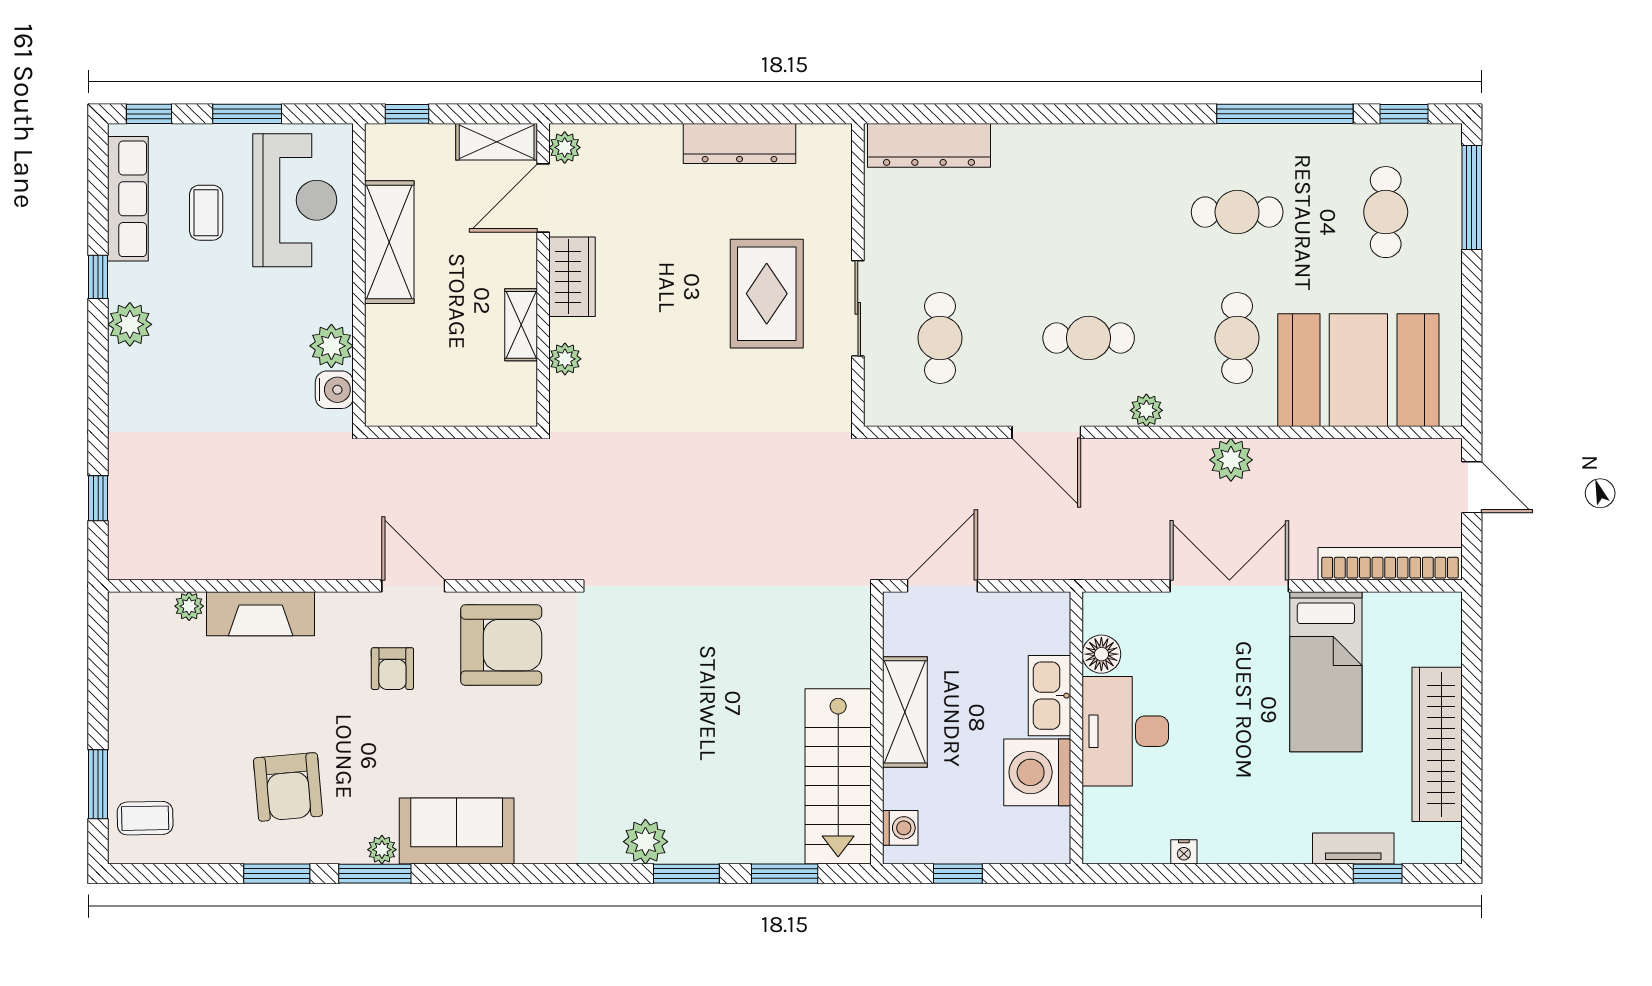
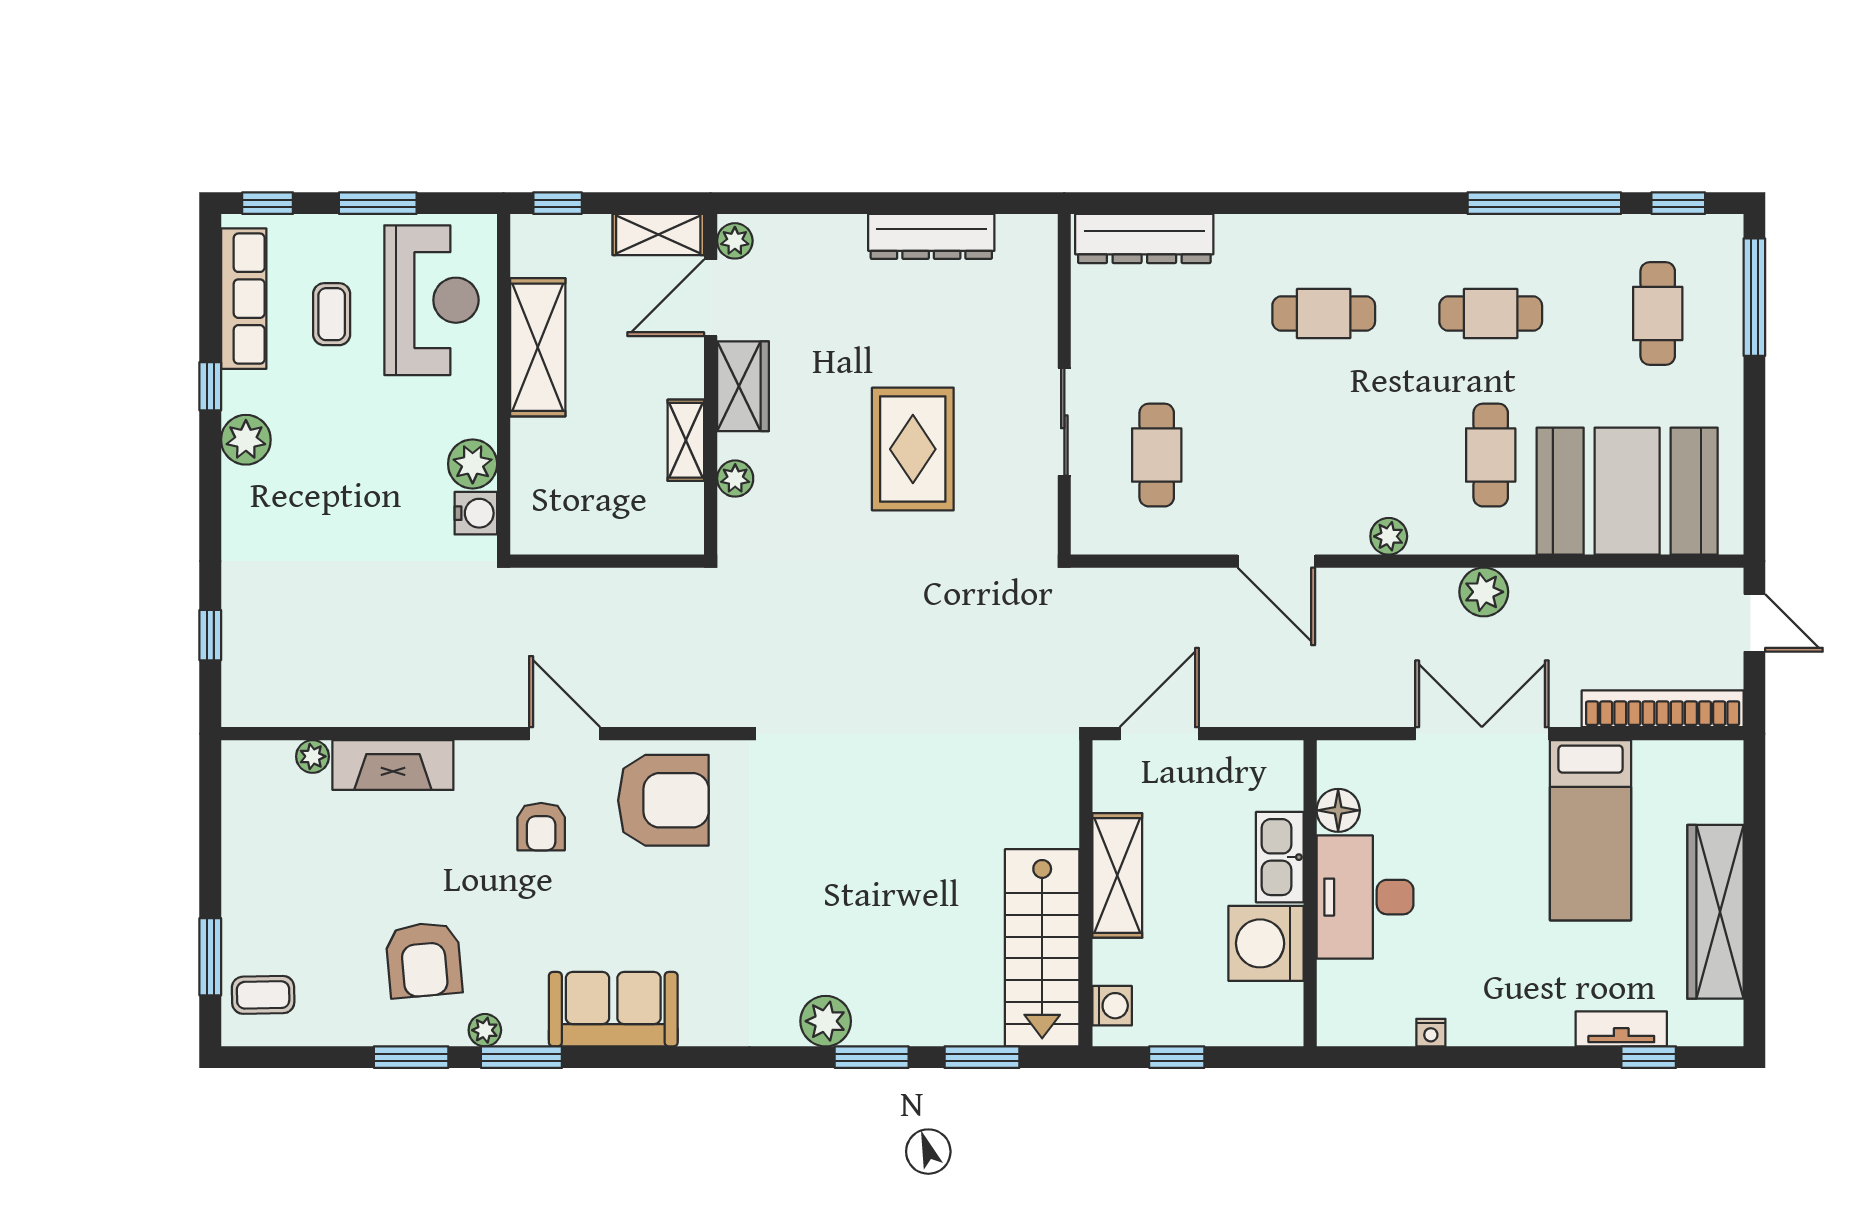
rug: (767, 294) -> (913, 449), moved
cafe table: (1089, 338) -> (1324, 314), moved
plant: (382, 850) -> (485, 1030), moved

